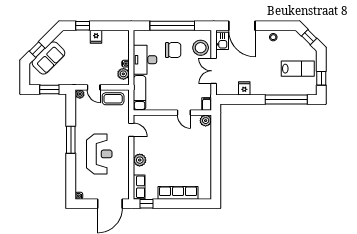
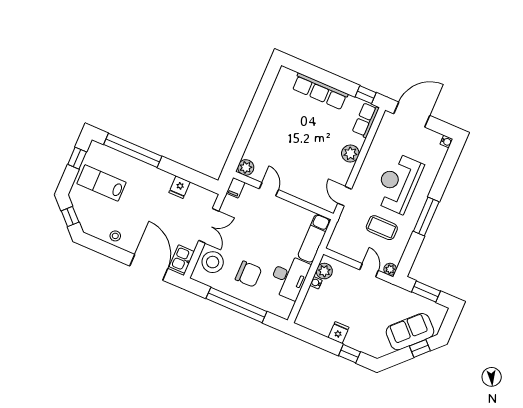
chair: (173, 50) -> (249, 274), turned 180
coffee table: (113, 99) -> (382, 228), moved

